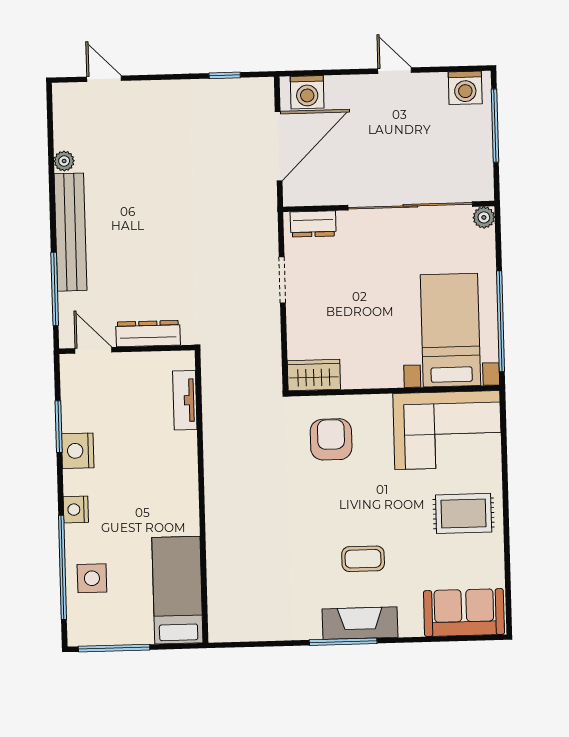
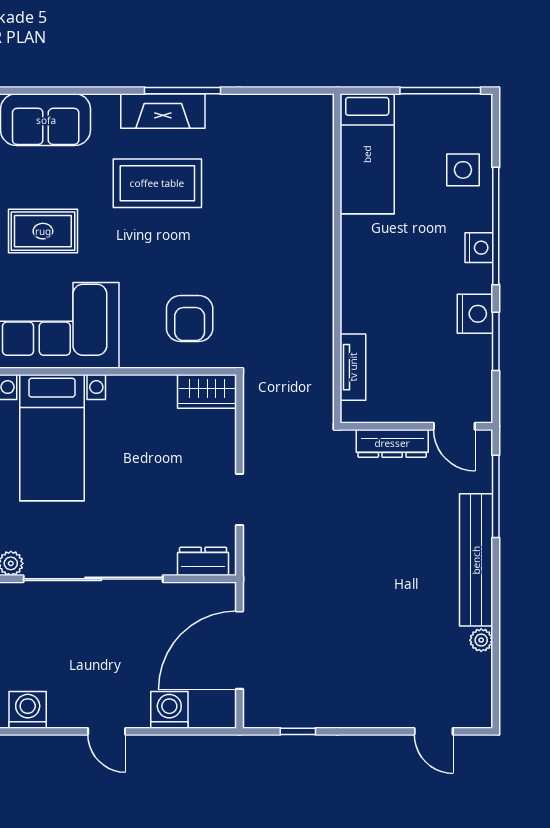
washing machine: (307, 92) -> (169, 710), moved
coffee table: (363, 559) -> (157, 183), width x1.86, depth x1.72
window: (63, 567) -> (496, 226), moved

